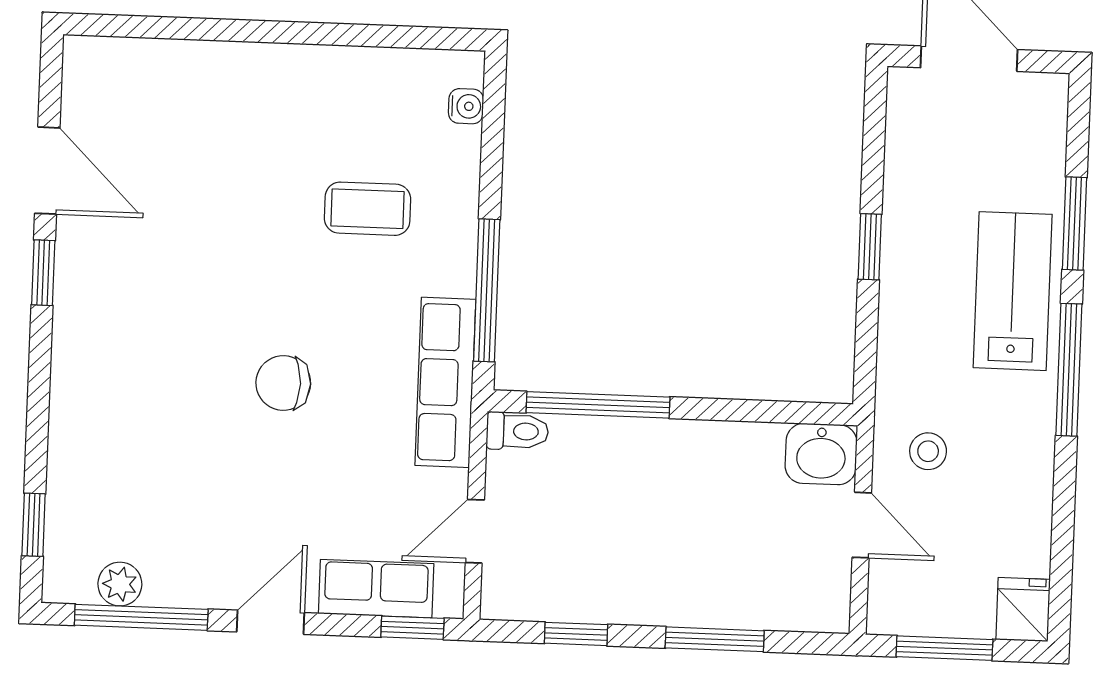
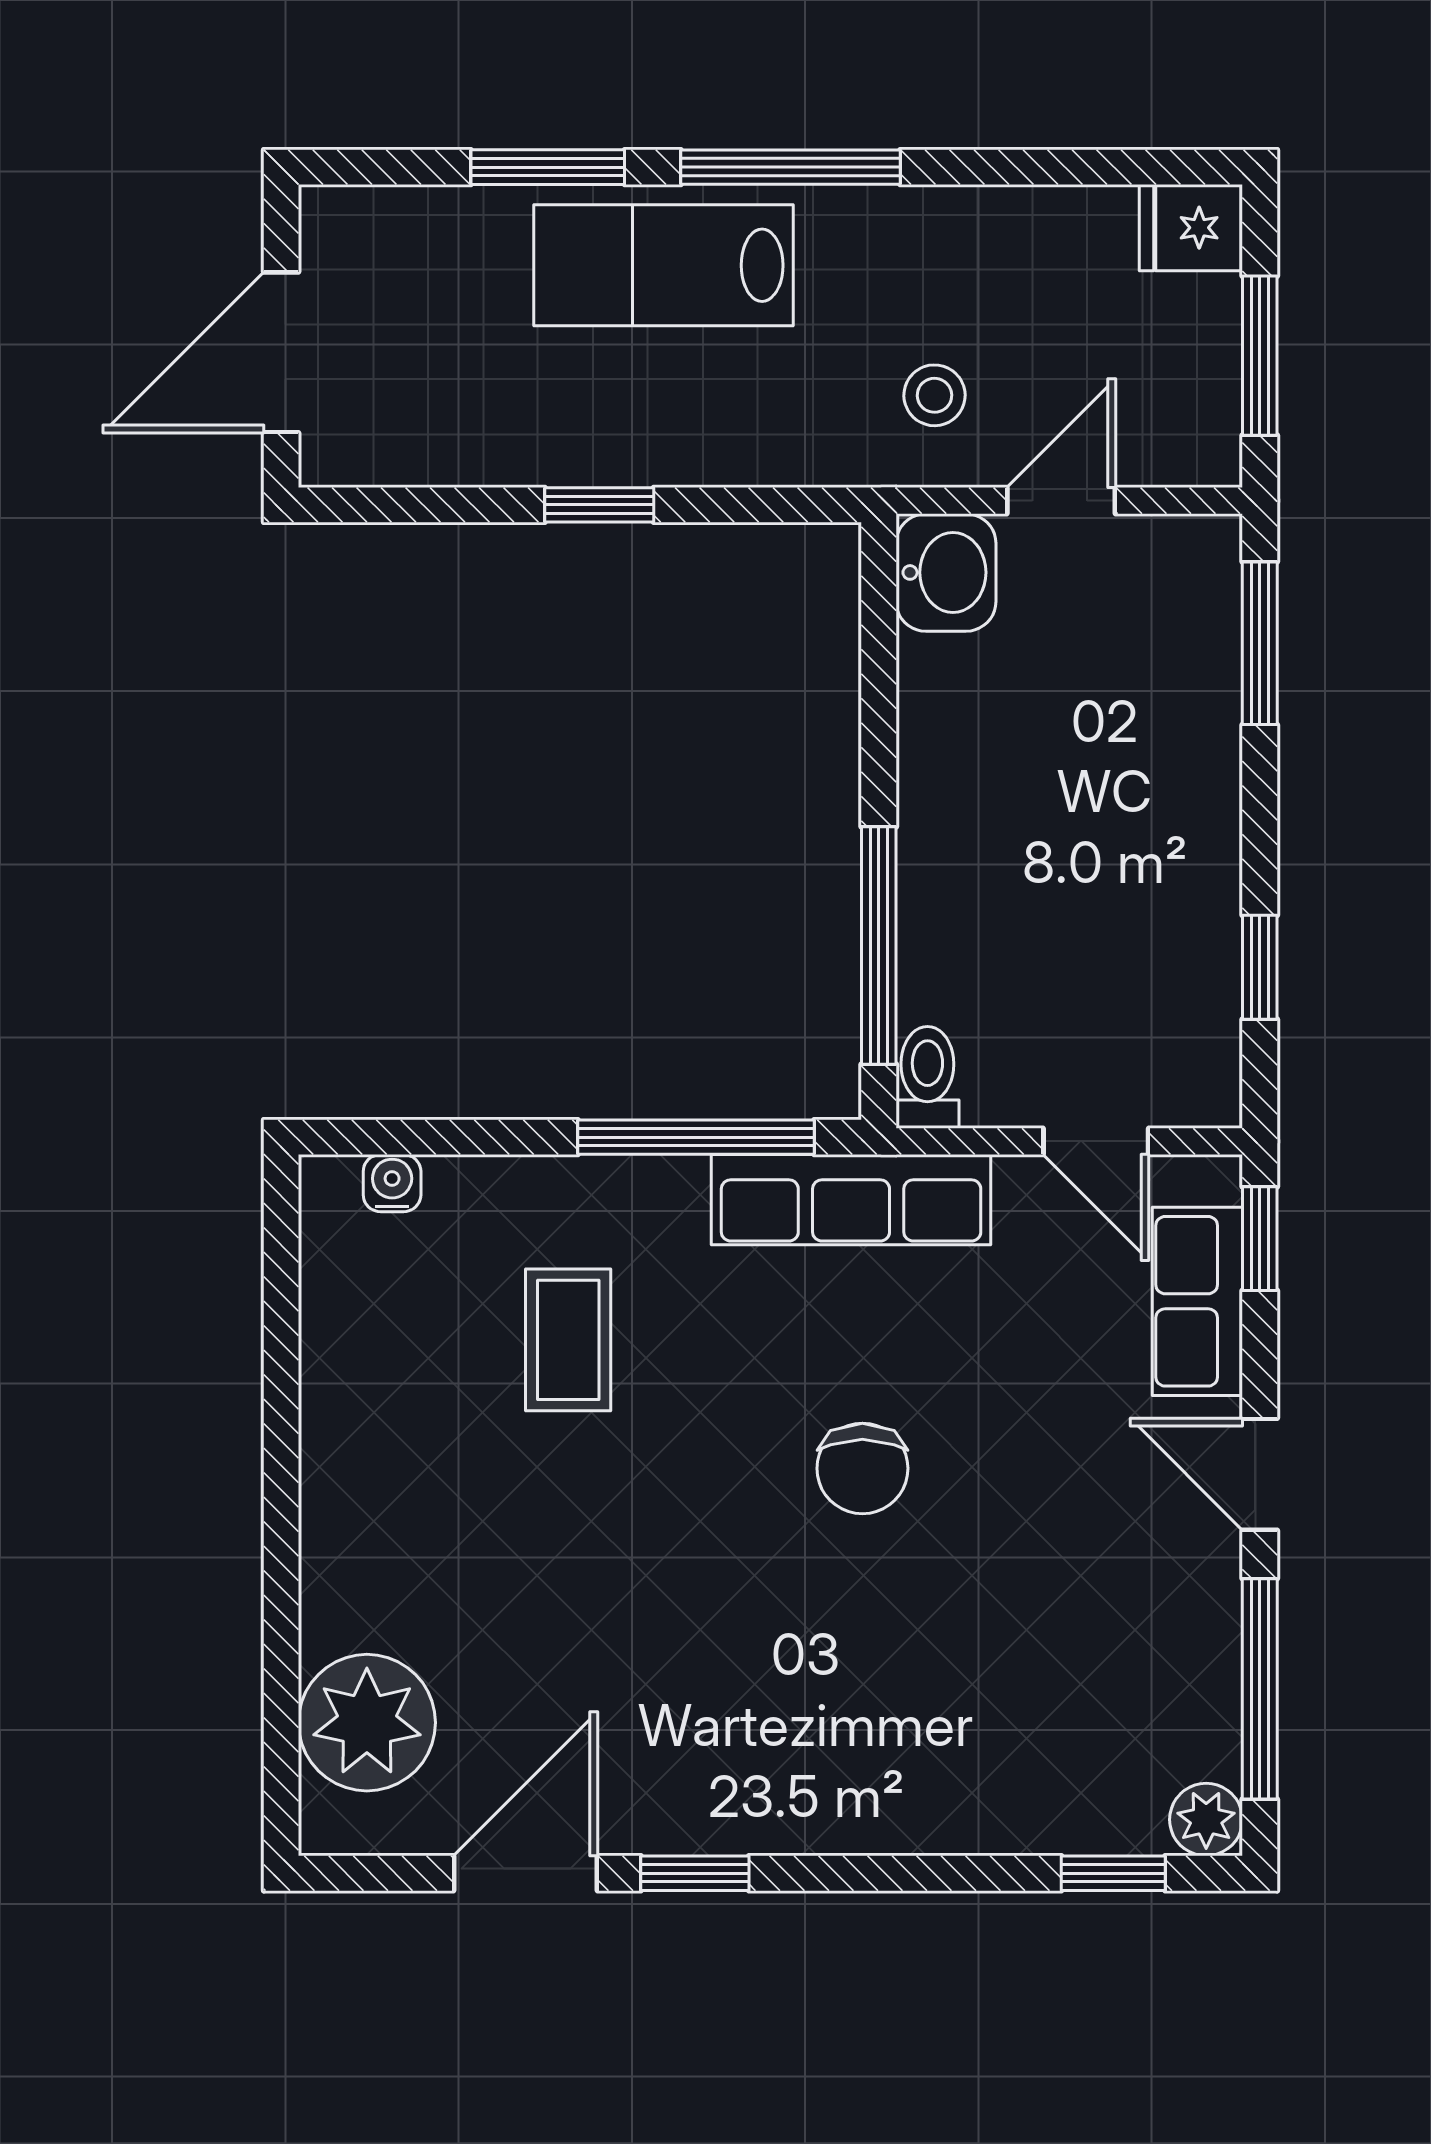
plant: (142, 79) -> (367, 1723), added
plant: (120, 584) -> (1206, 1820), moved
window: (715, 639) -> (1260, 643), moved

